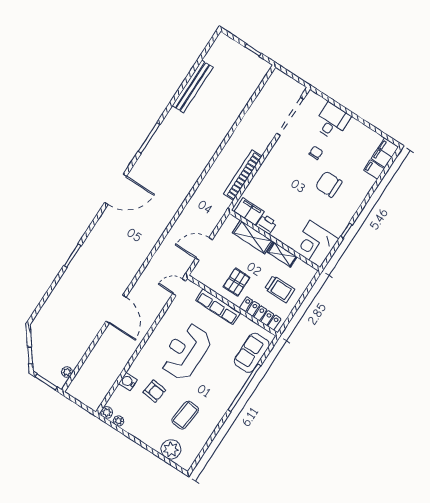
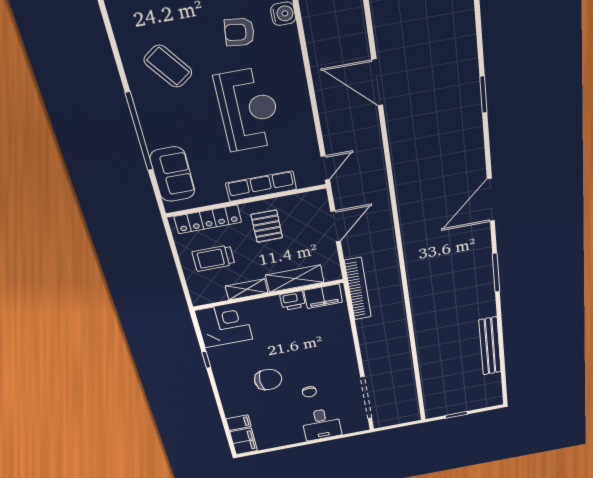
bookcase: (243, 175) -> (358, 289), moved
coffee table: (185, 415) -> (168, 66), moved, turned -42

